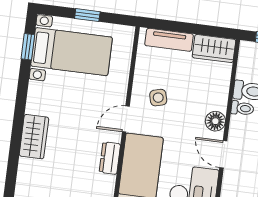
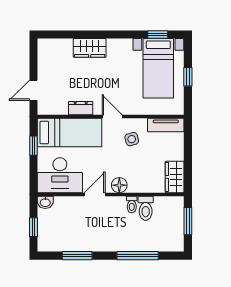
tv unit: (169, 40) -> (166, 125), moved, turned -90

